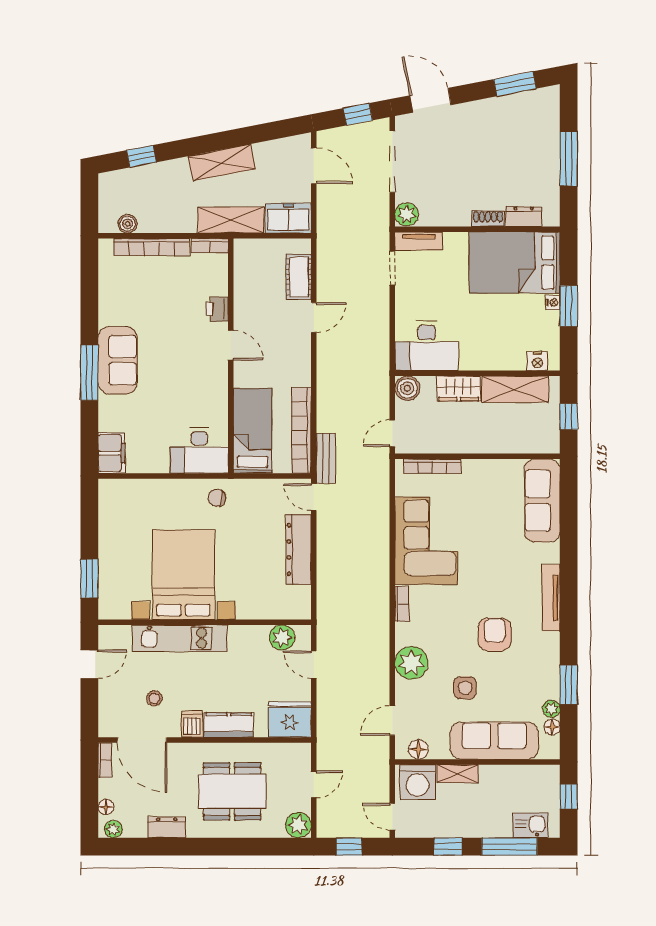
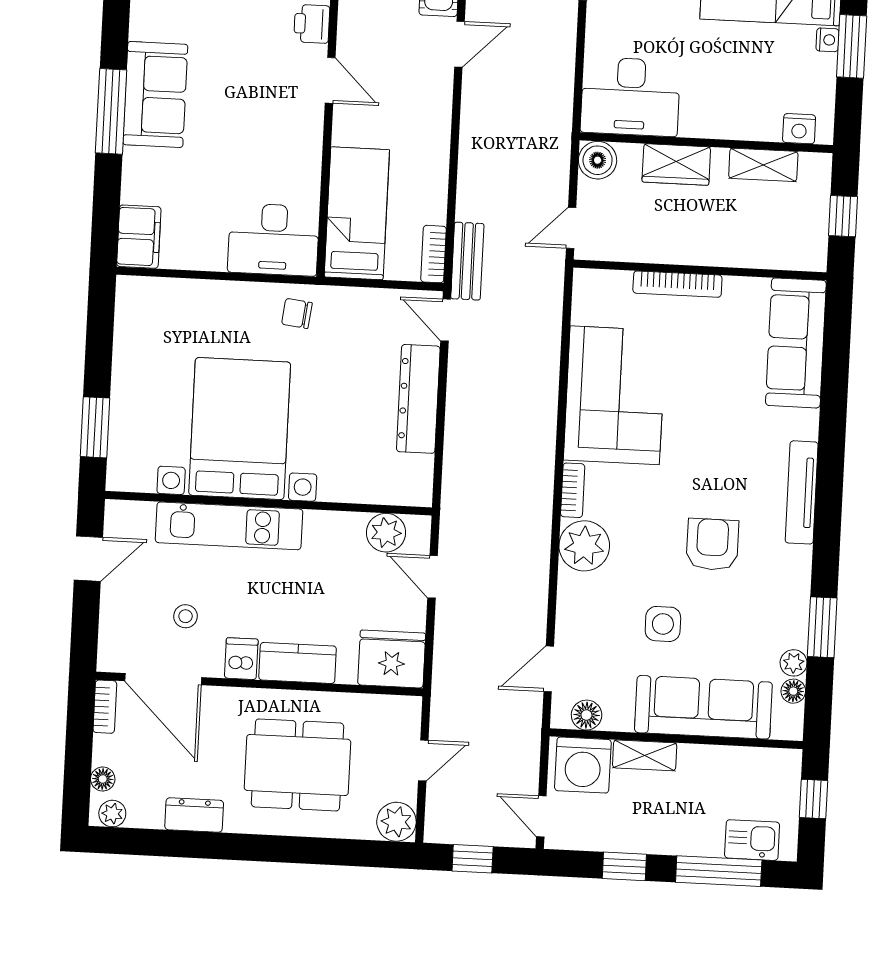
shelving: (515, 389) -> (763, 165), width x0.67, depth x0.75
bookcase: (301, 430) -> (433, 254), width x0.43, depth x0.76
bookcase: (432, 466) -> (677, 284), moved
plant: (411, 663) -> (584, 546), moved

